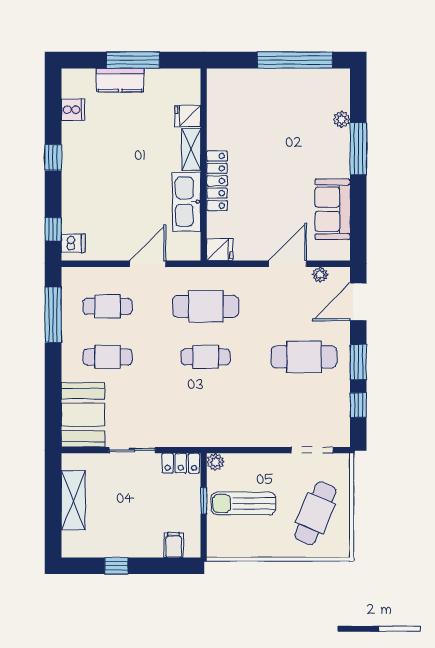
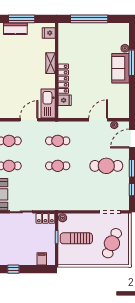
window: (295, 60) -> (89, 19), moved
fridge: (188, 116) -> (49, 33), moved
kitchen sink: (186, 202) -> (48, 104), moved
sofa: (333, 209) -> (120, 68), moved
fridge: (220, 250) -> (65, 100), moved
cafe table: (206, 306) -> (58, 141), width x0.73, depth x0.74

